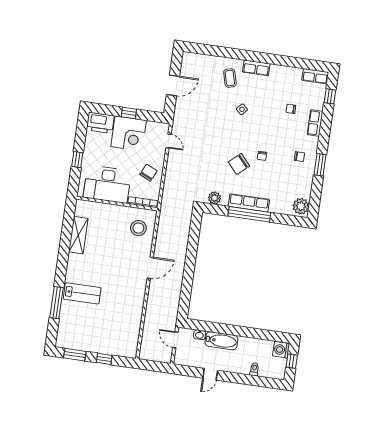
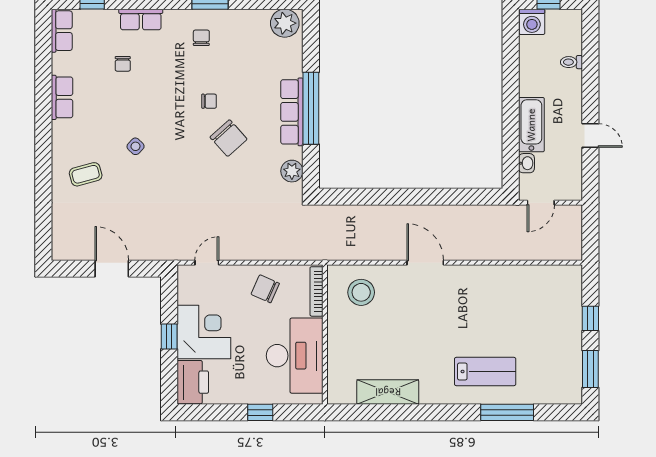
row of seats: (256, 68) -> (62, 97), moved
lab bench: (82, 293) -> (485, 372), turned 90

